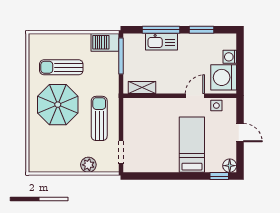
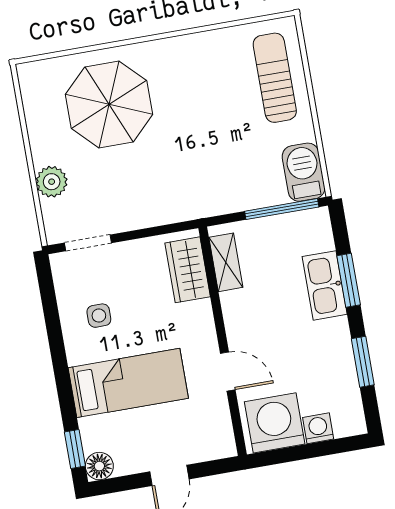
window: (161, 30) -> (349, 280), width x0.69
sun lounger: (61, 67) -> (275, 78), moved
parasol: (58, 105) -> (109, 104), moved
side table: (216, 106) -> (99, 316), moved
wardrobe: (142, 107) -> (188, 270), added
sun lounger: (99, 118) -> (148, 187), removed

